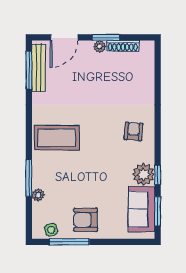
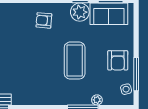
coffee table: (57, 138) -> (75, 61), moved

